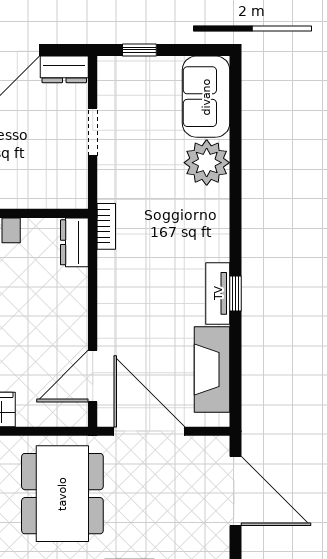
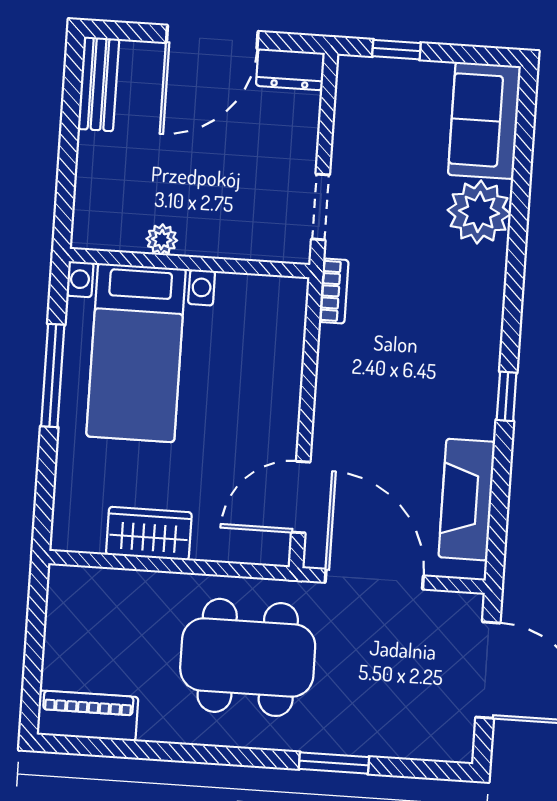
doorway: (93, 132) -> (321, 207), moved
dresser: (74, 242) -> (288, 310), removed
tv unit: (218, 293) -> (482, 395), removed
dining table: (62, 494) -> (248, 657), turned 90

